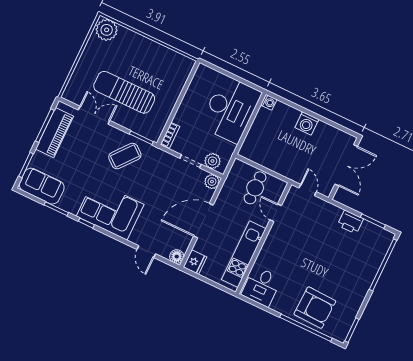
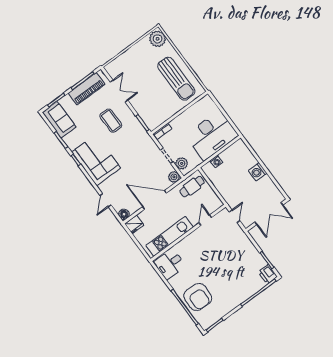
sun lounger: (124, 92) -> (176, 79), moved, turned 180
washing machine: (269, 102) -> (216, 162), moved
coffee table: (125, 156) -> (111, 121), moved, turned 51
cafe table: (255, 188) -> (192, 187), moved
printer: (350, 222) -> (268, 274), moved

